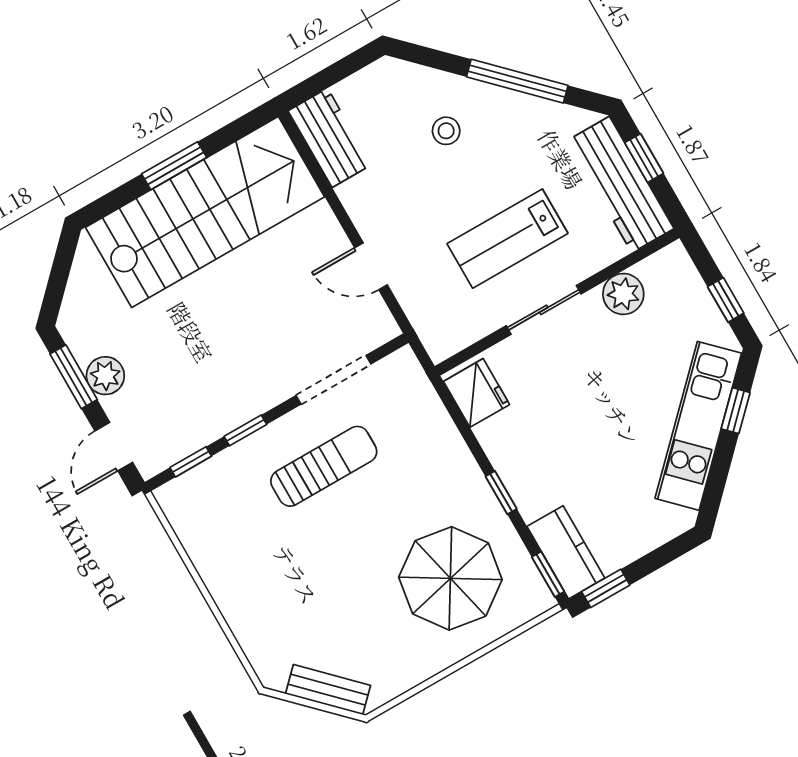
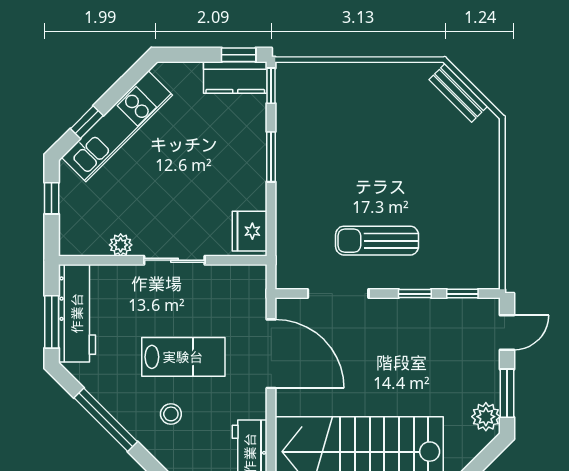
window: (644, 158) -> (52, 322), width x1.50
lab bench: (508, 239) -> (183, 357), moved
door: (371, 266) -> (271, 354), width x1.87
plant: (623, 294) -> (121, 245), width x0.73, depth x0.73
plant: (105, 376) -> (486, 417), moved
window: (501, 493) -> (271, 157), width x1.50
kitchen counter: (566, 552) -> (235, 77), moved, turned -90
parasol: (450, 578) -> (336, 120), removed

